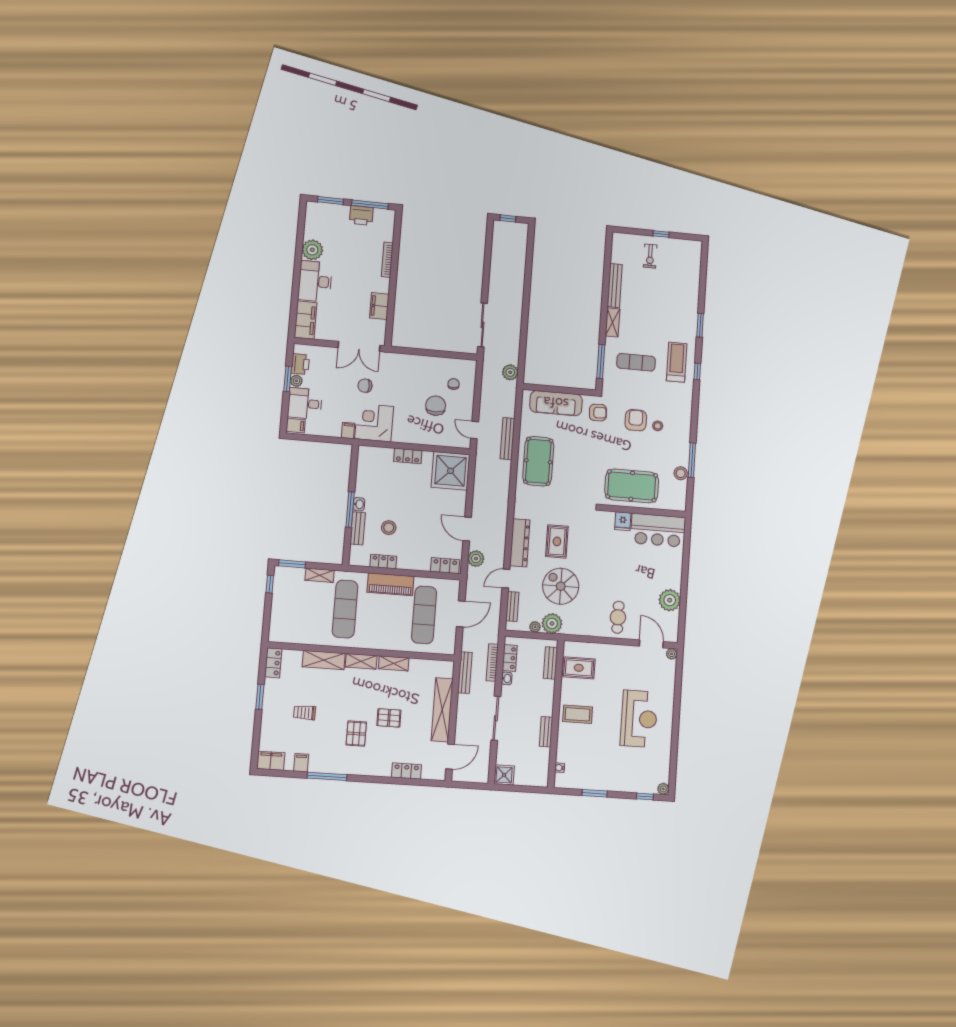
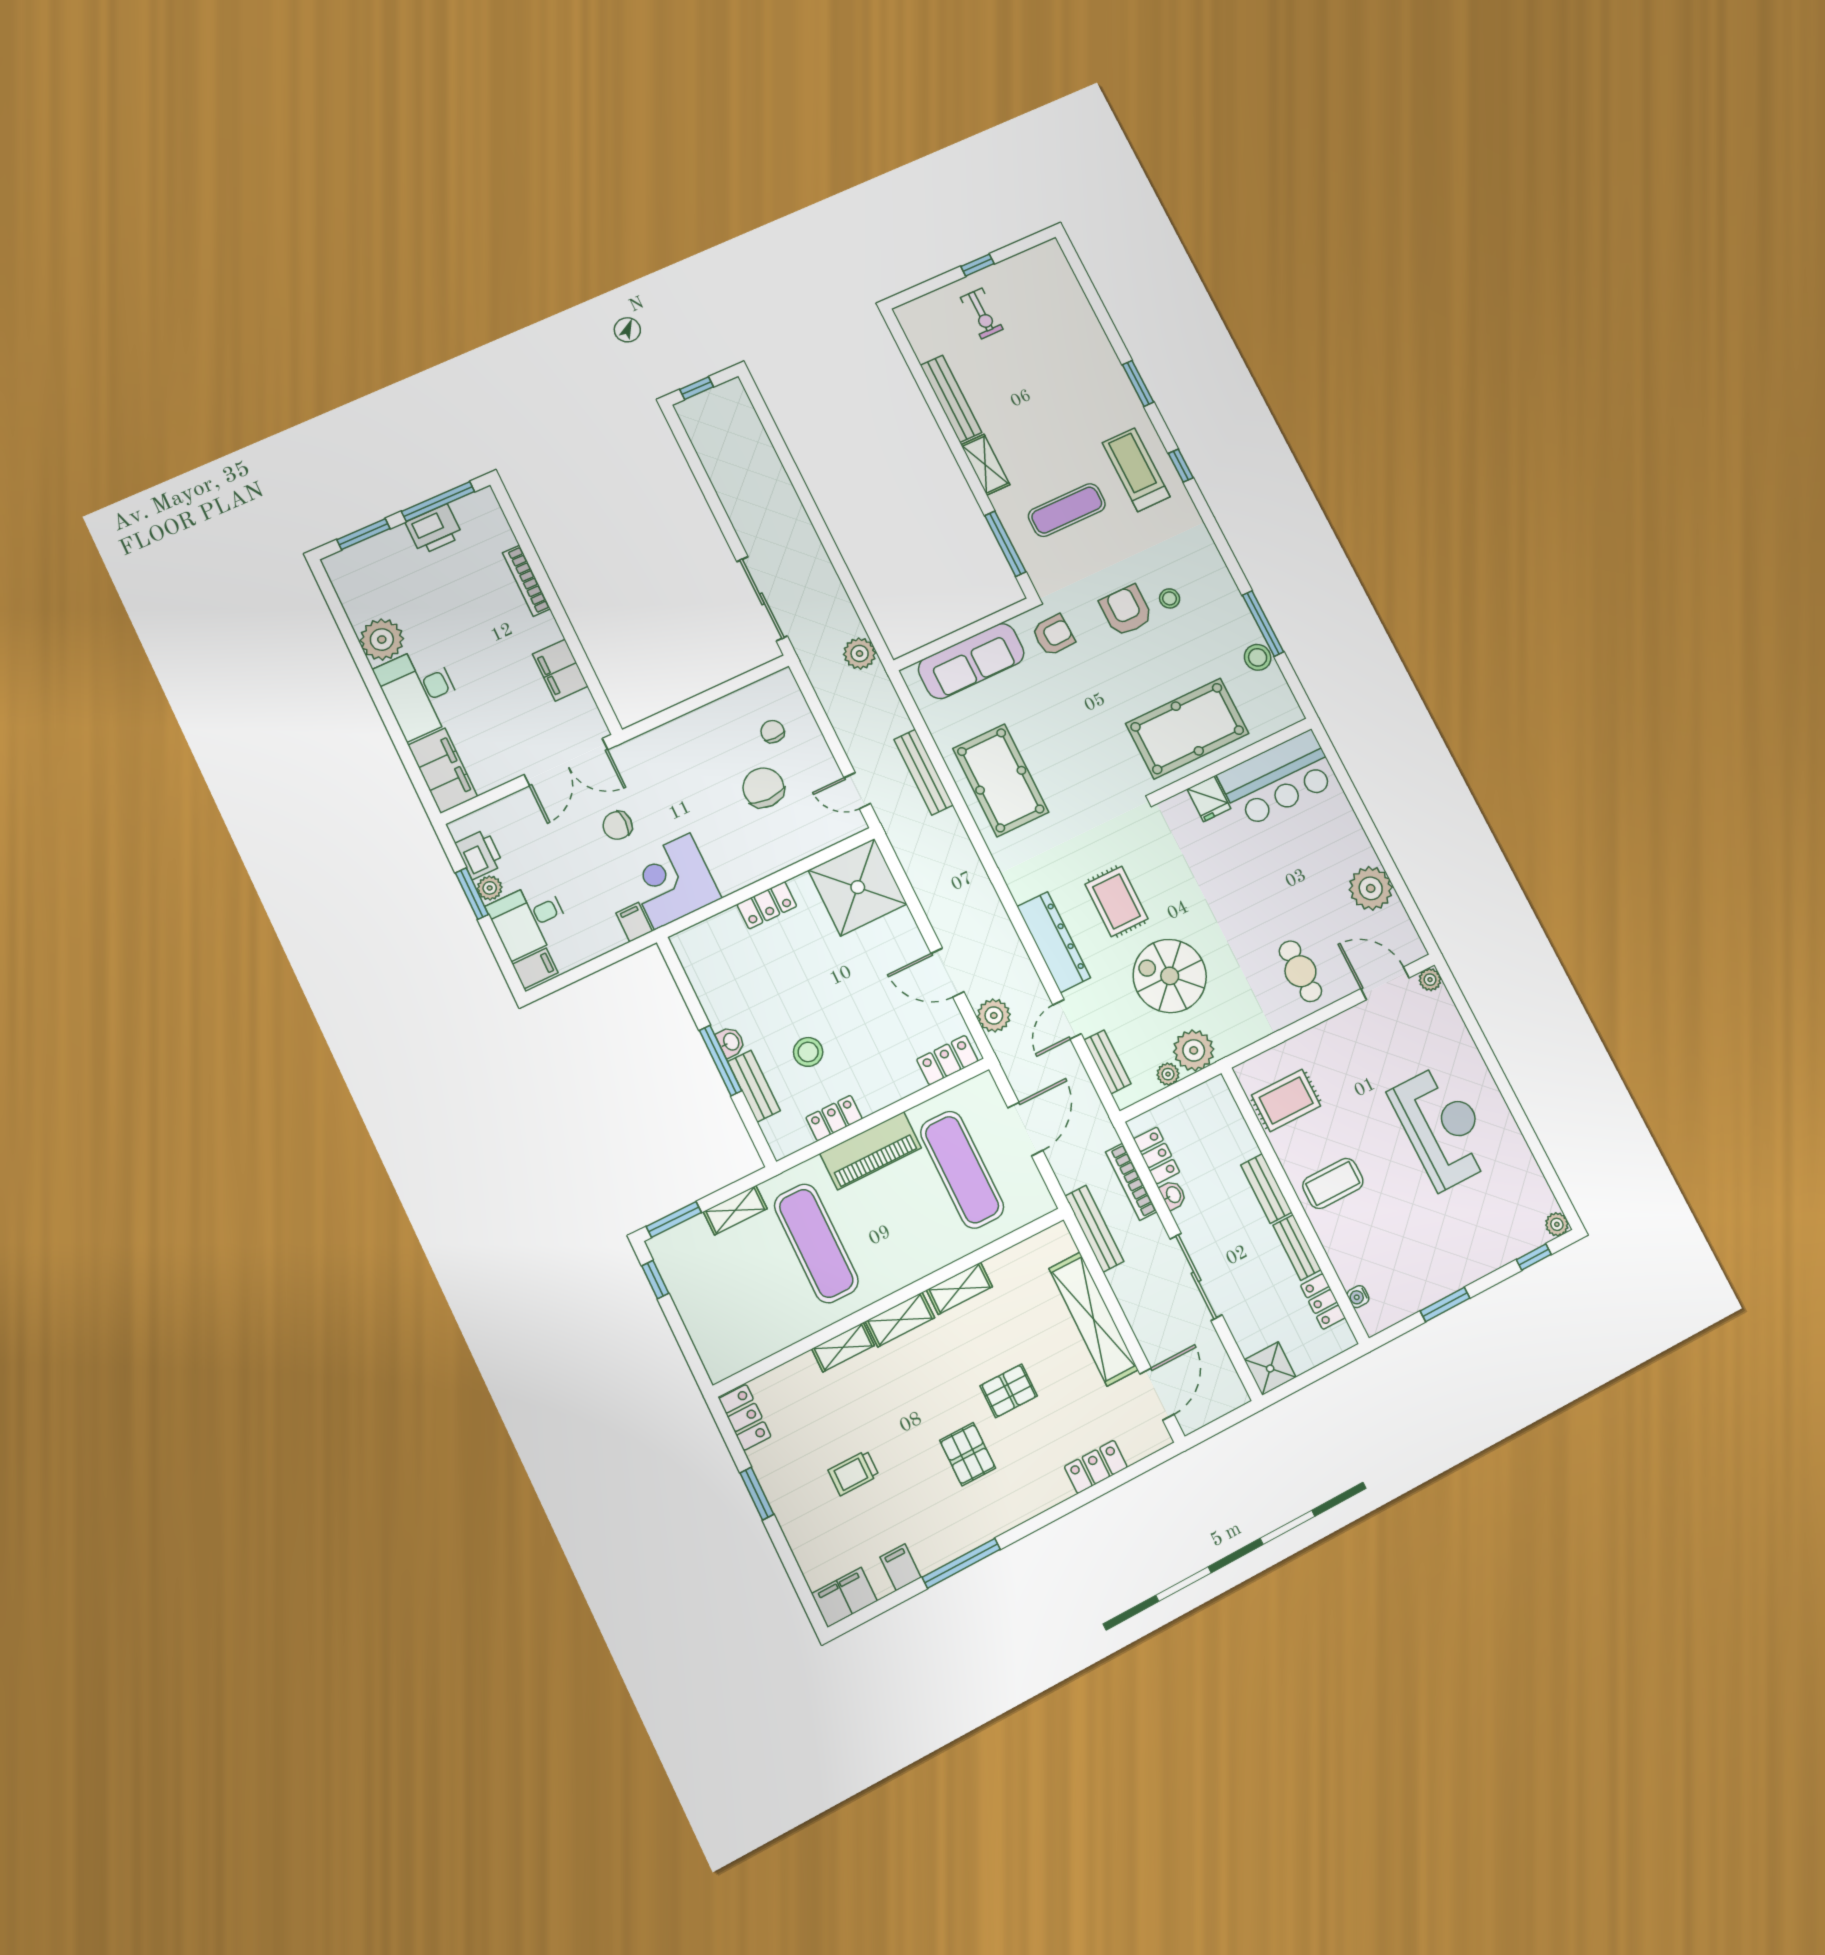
shelving: (324, 660) -> (843, 1347), width x0.67, depth x0.75
bench: (550, 663) -> (1266, 1189), moved
locker: (543, 761) -> (1323, 1301), added

